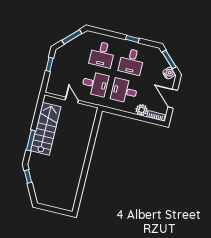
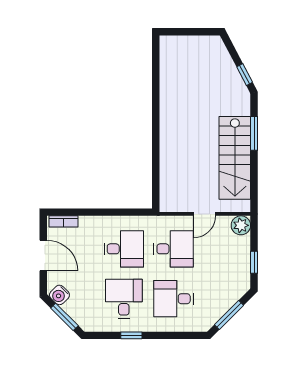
desk: (102, 54) -> (174, 299), turned -90
desk: (95, 84) -> (174, 249), turned 180
door: (72, 100) -> (204, 214), hinge flipped
plant: (142, 110) -> (241, 225), moved

